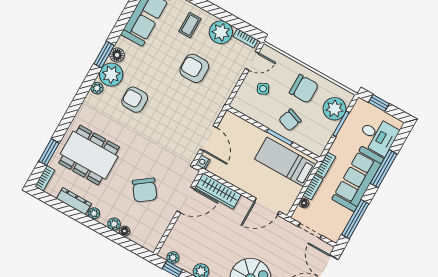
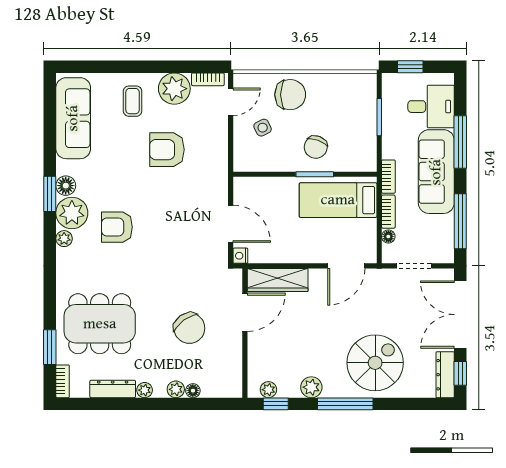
chair: (304, 89) -> (290, 95), moved
plant: (335, 109) -> (361, 104), removed

